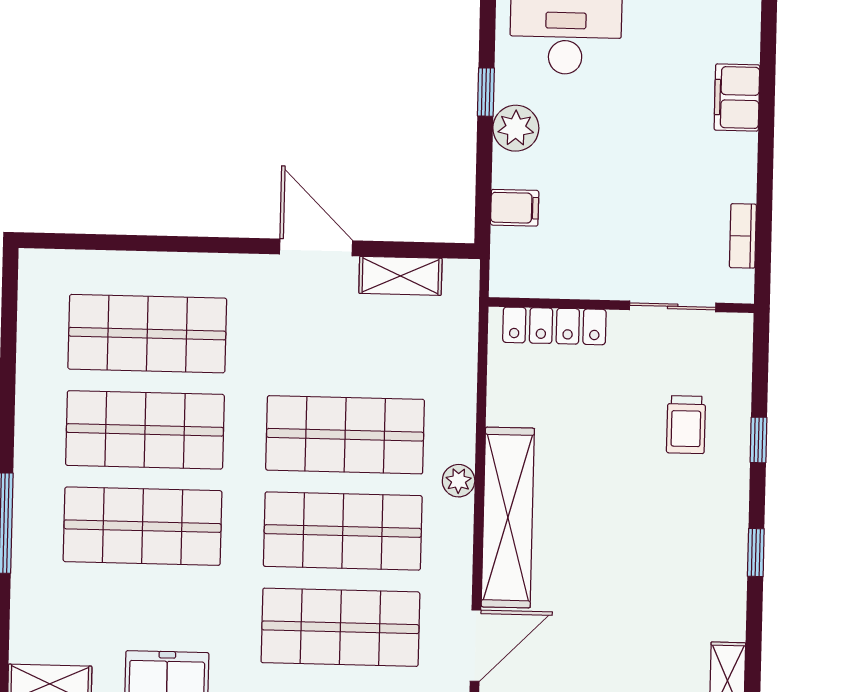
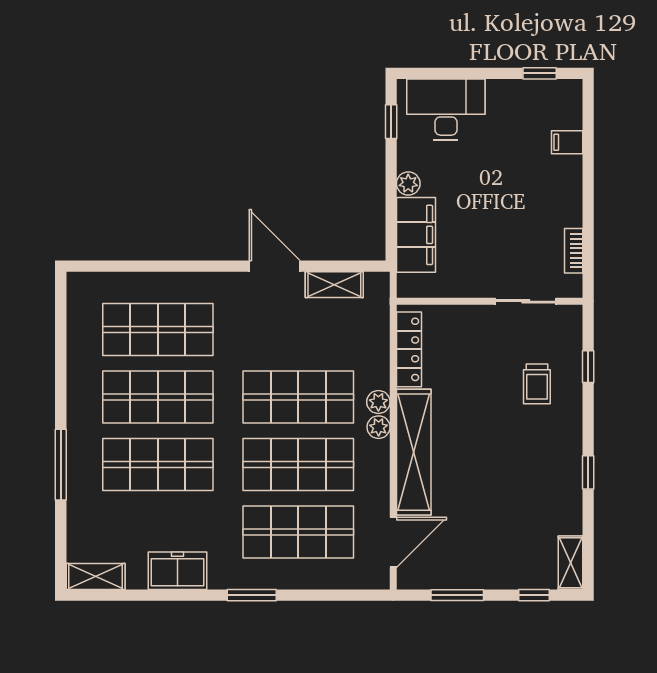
window: (486, 92) -> (391, 122), moved
filing cabinet: (737, 98) -> (567, 142), width x0.50
plant: (516, 128) -> (408, 184), width x0.73, depth x0.73
filing cabinet: (515, 208) -> (416, 235), width x3.00, depth x1.17
locker: (554, 326) -> (409, 349), moved, turned -90
window: (759, 440) -> (588, 367), moved
plant: (459, 445) -> (378, 402), added

